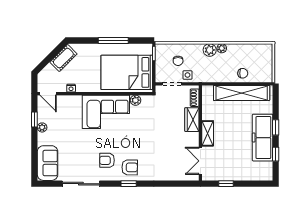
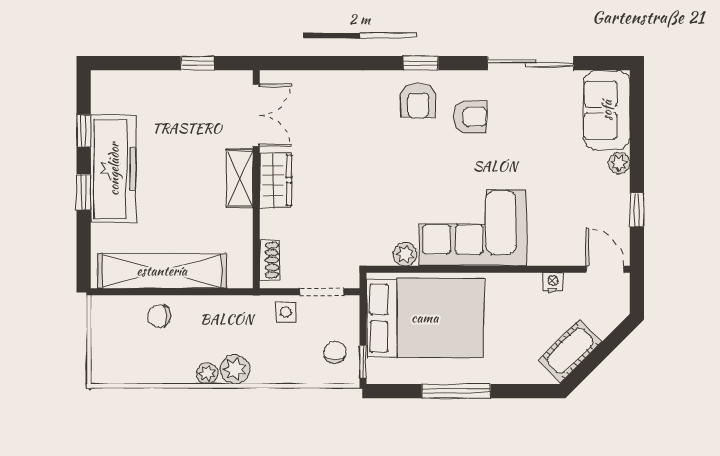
chair: (178, 61) -> (335, 352), moved
wardrobe: (192, 120) -> (276, 180), moved
plant: (42, 127) -> (619, 163), moved
armchair: (130, 167) -> (418, 100), turned -91

